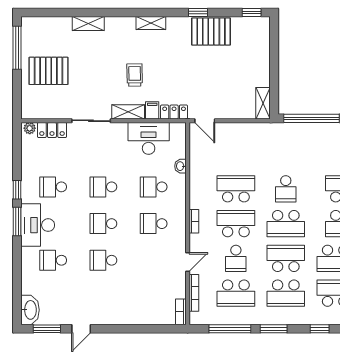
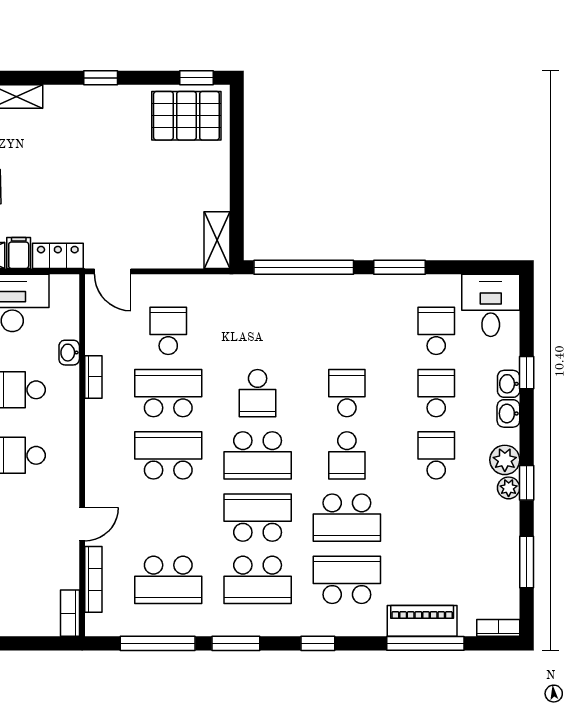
pallet: (211, 31) -> (186, 116), moved
bookcase: (194, 221) -> (93, 377), moved
school desk: (236, 258) -> (168, 331), moved, turned 180

